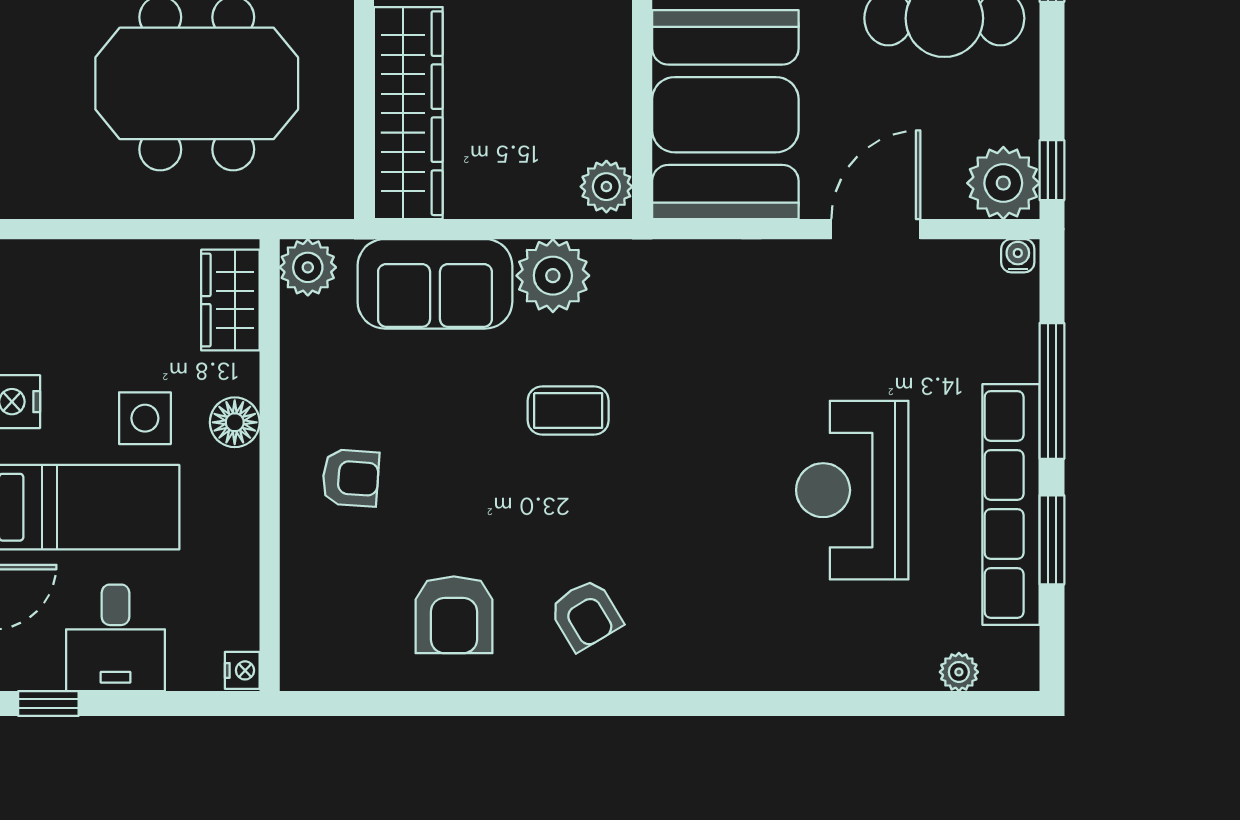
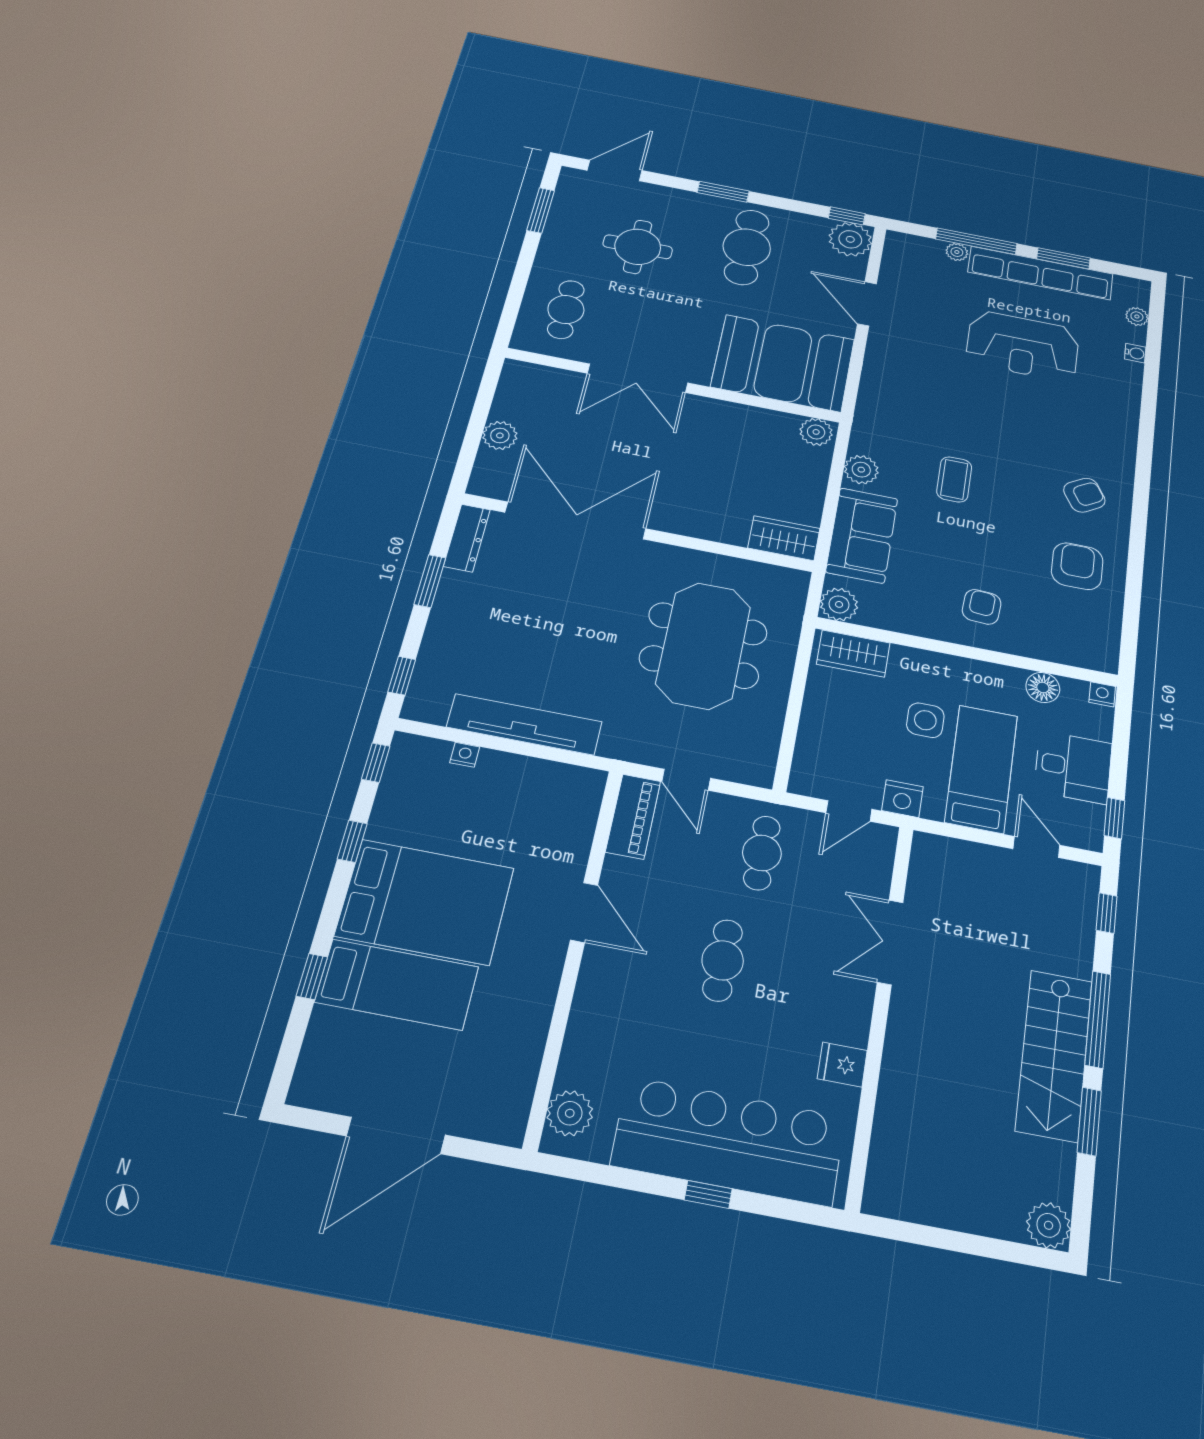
wardrobe: (408, 113) -> (784, 538), width x0.48, depth x0.85
water cooler: (1018, 256) -> (1135, 353), moved, turned 180
plant: (553, 276) -> (861, 470), width x0.73, depth x0.73
plant: (1021, 361) -> (957, 252), added
floor lamp: (235, 422) -> (1043, 688), moved
armchair: (454, 615) -> (1077, 566), turned -90

